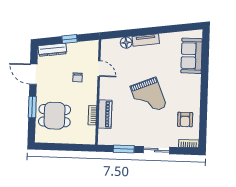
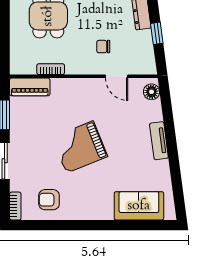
floor lamp: (126, 43) -> (152, 92), moved
door: (99, 69) -> (117, 76), hinge flipped
piano: (105, 114) -> (30, 87), moved

